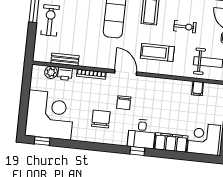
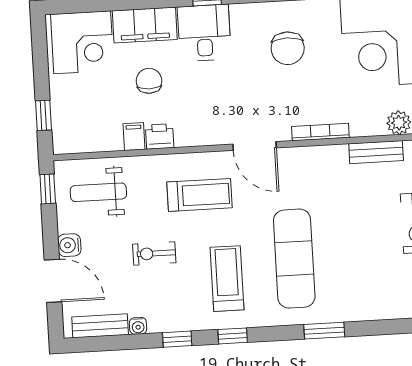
printer: (65, 74) -> (160, 136), moved
filing cabinet: (198, 88) -> (134, 137), moved
chair: (124, 103) -> (149, 81), moved

